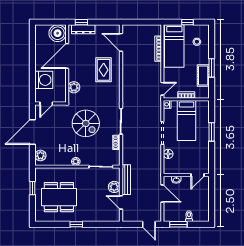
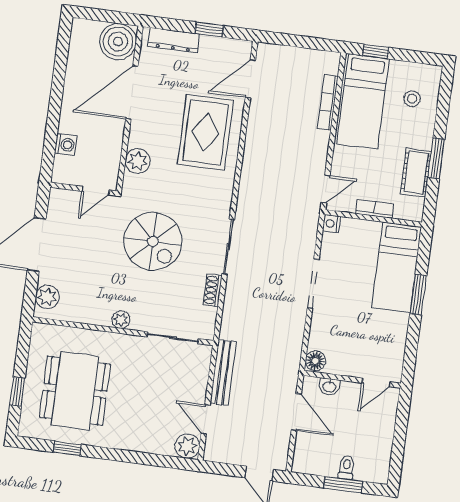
window: (81, 22) -> (209, 30), moved
window: (187, 22) -> (376, 51), moved
door: (121, 42) -> (250, 79), hinge flipped
rug: (104, 70) -> (205, 132), width x1.36, depth x1.43
washing machine: (44, 80) -> (66, 145), width x0.53, depth x0.53
door: (46, 103) -> (96, 191), moved
bed: (186, 121) -> (397, 267), moved
floor lamp: (168, 154) -> (315, 361), moved
plant: (114, 187) -> (187, 446), moved
window: (32, 188) -> (17, 391), moved
dining table: (59, 197) -> (75, 391), turned 90
window: (76, 224) -> (67, 448), moved
window: (178, 224) -> (343, 485), moved

